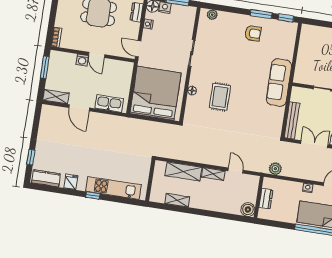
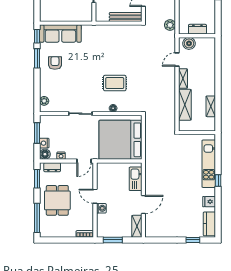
door: (97, 55) -> (95, 196), swing flipped
sofa: (279, 83) -> (60, 34), moved
boiler: (248, 210) -> (189, 43), moved

